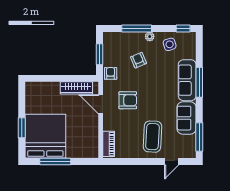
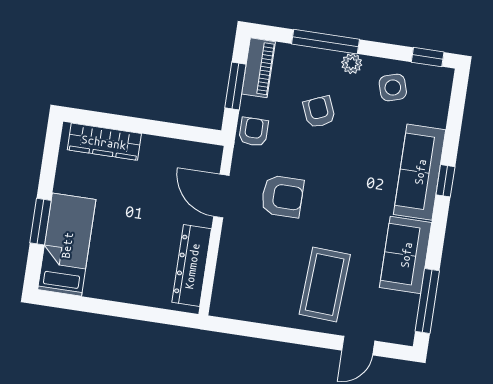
window: (199, 82) -> (445, 181), width x0.46
wardrobe: (76, 88) -> (104, 142), moved
bed: (45, 136) -> (67, 245), width x0.49
dresser: (92, 137) -> (192, 266), added
piano: (109, 144) -> (259, 68), moved
window: (55, 162) -> (103, 307), removed

